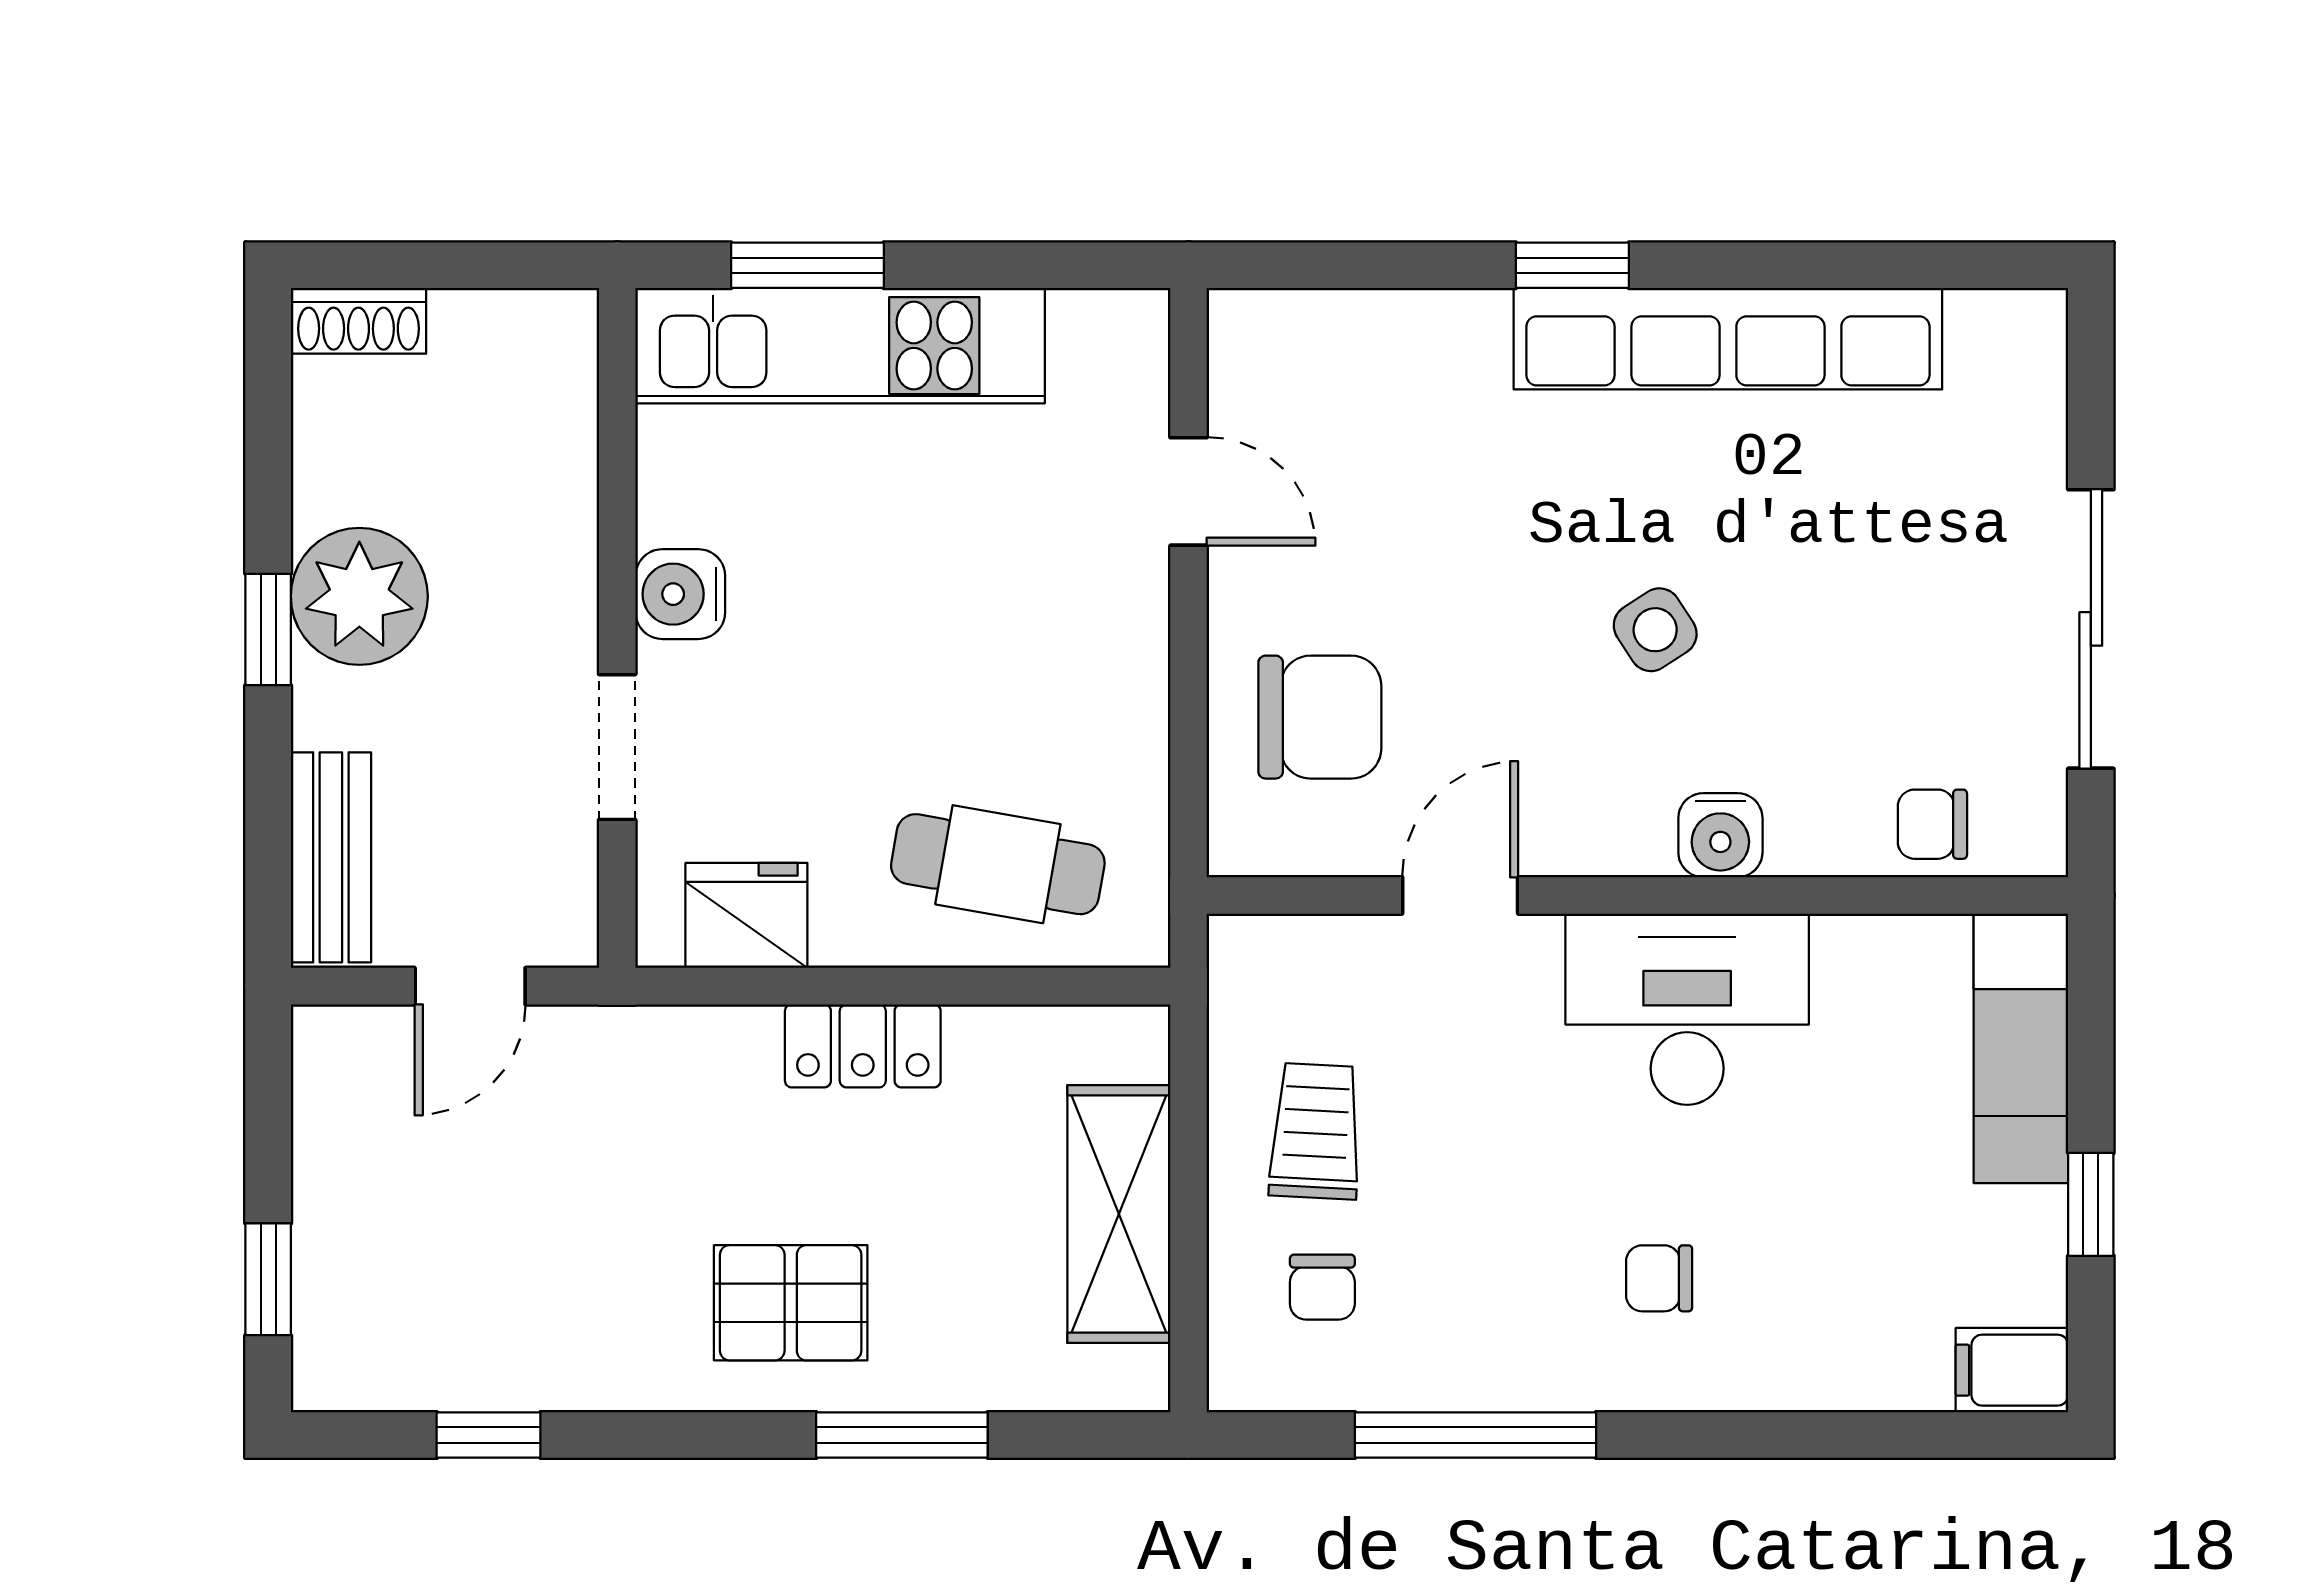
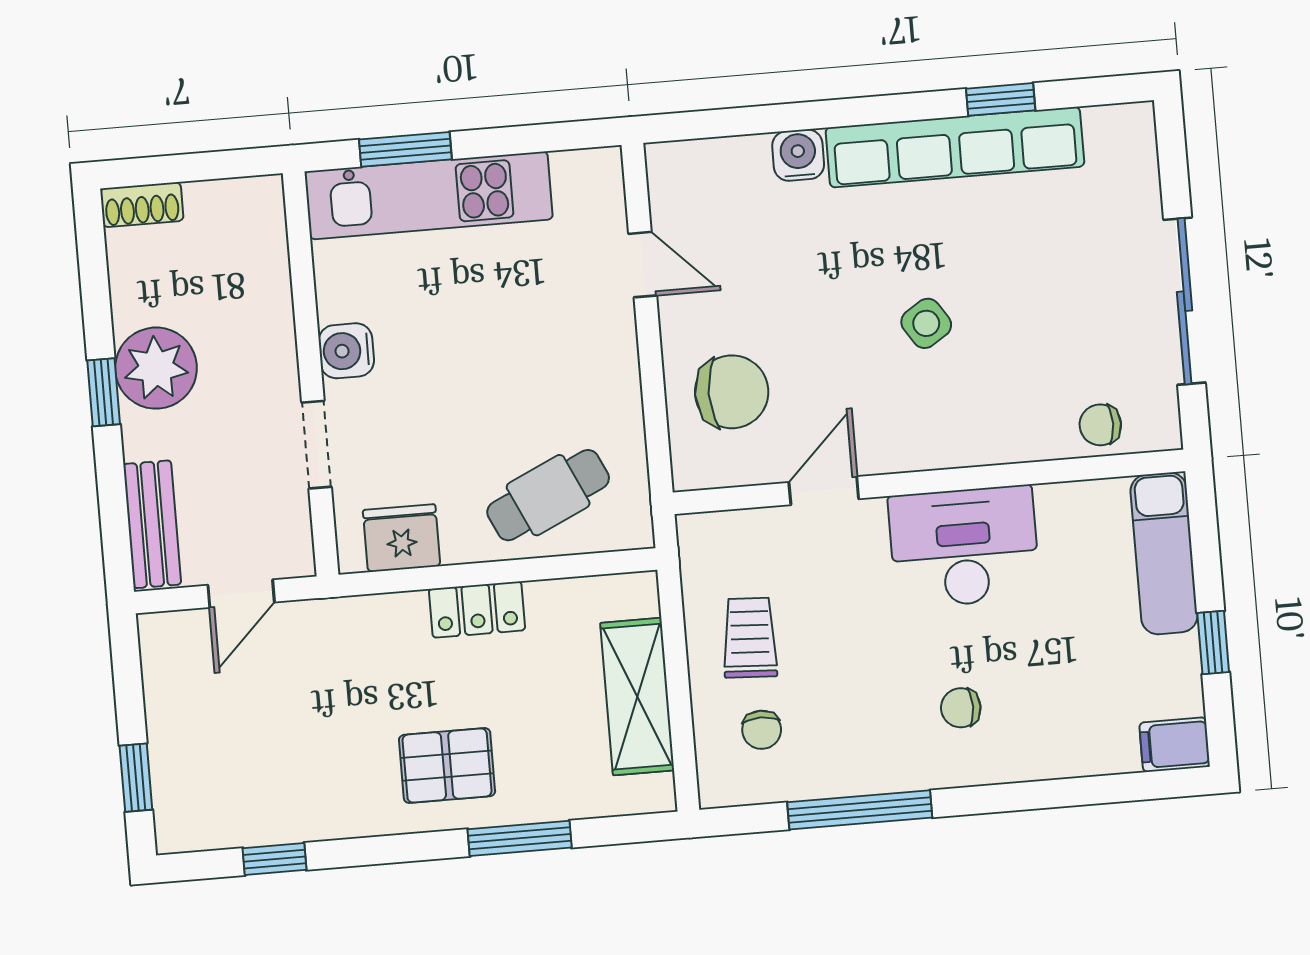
window: (1572, 265) -> (1001, 99), moved
water cooler: (1720, 835) -> (798, 155), moved, turned 180
cafe table: (998, 864) -> (548, 495), turned -35

